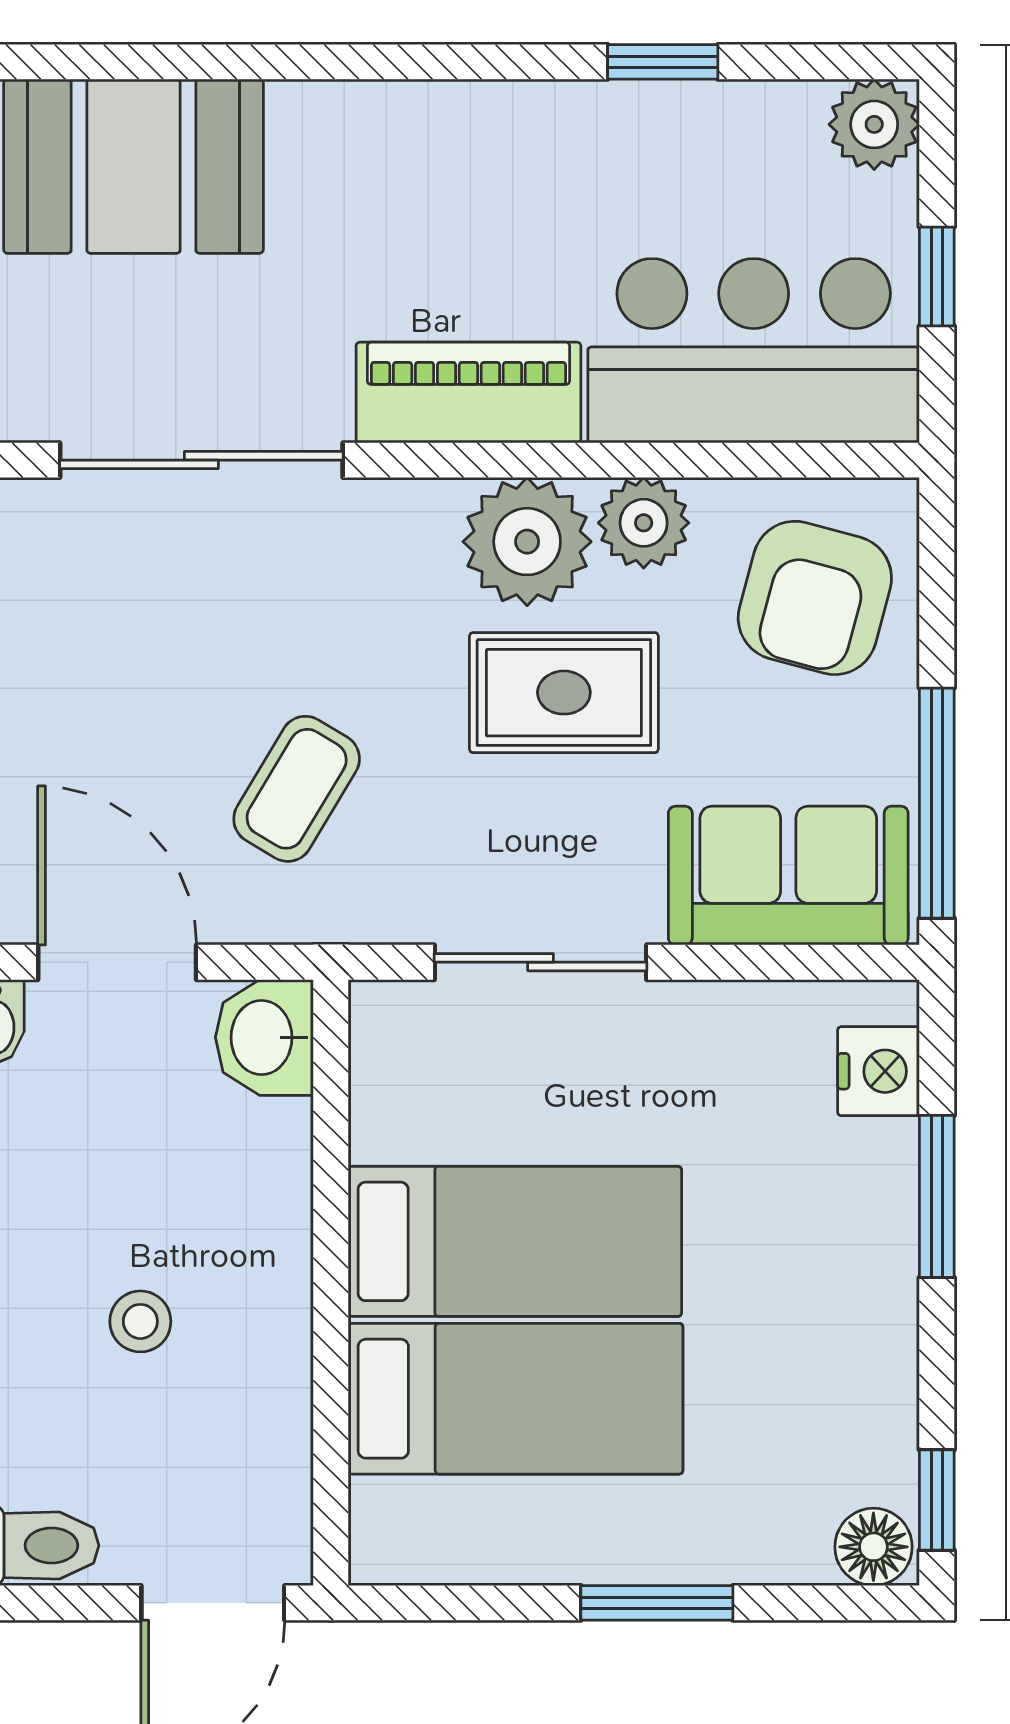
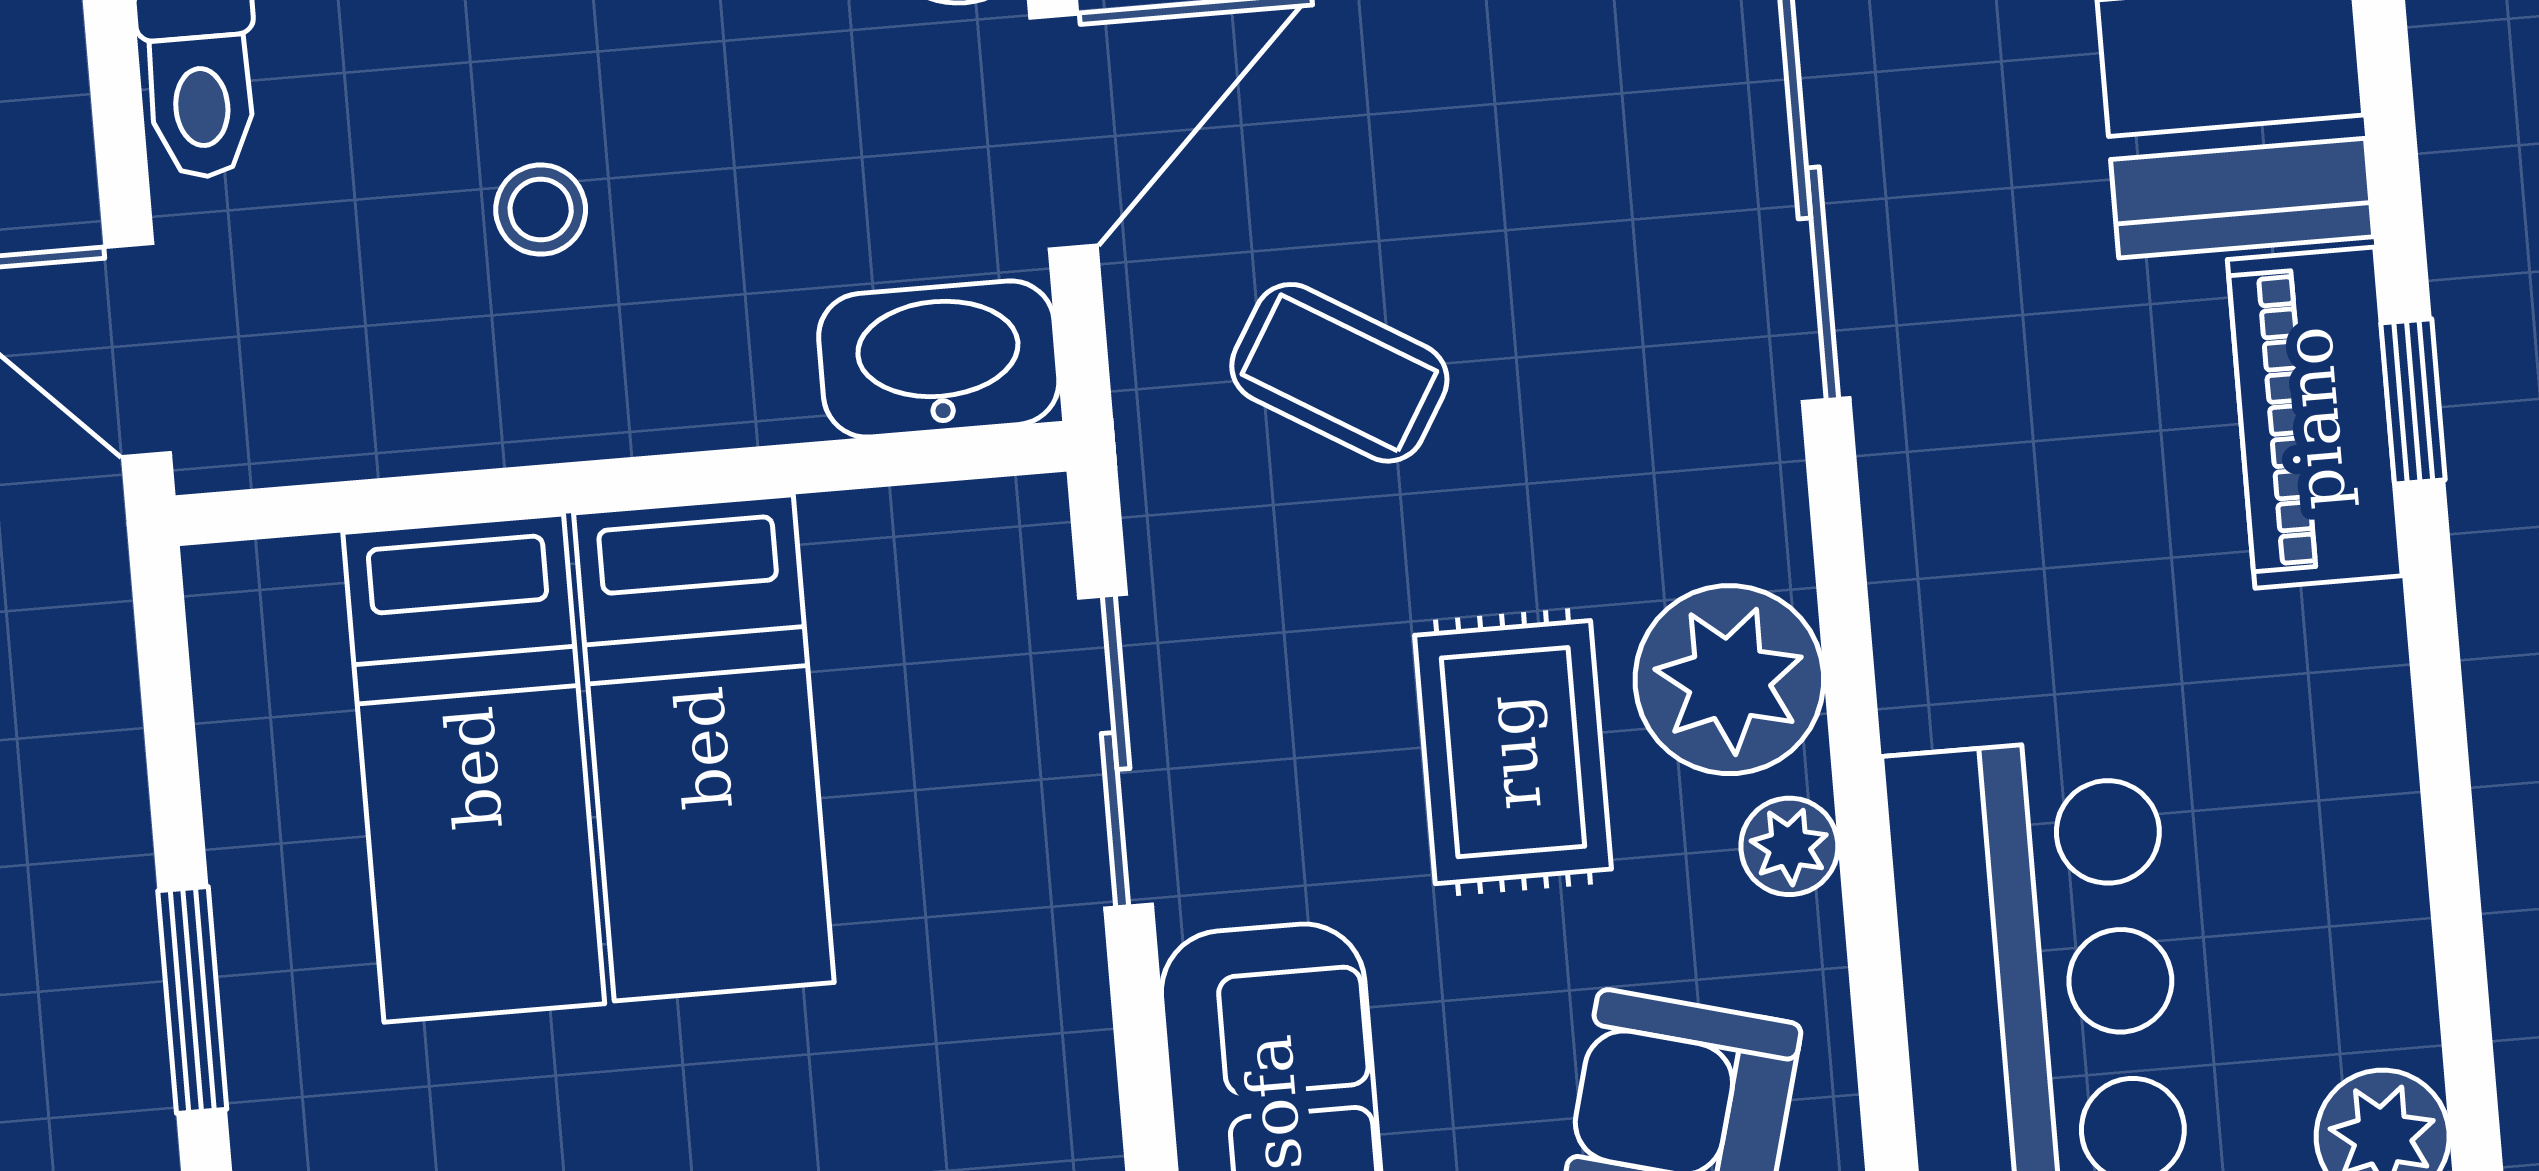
window: (663, 62) -> (2413, 401), moved
piano: (468, 393) -> (2315, 418), moved, turned 180
plant: (644, 523) -> (1789, 846), width x0.73, depth x0.73
washbasin: (264, 1037) -> (939, 359), width x1.38

